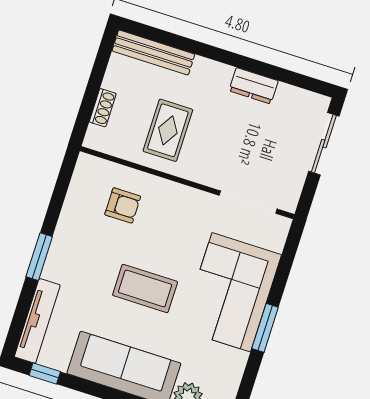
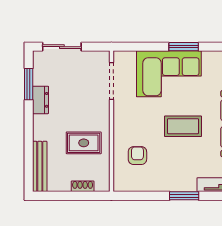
window: (283, 75) -> (29, 84), added
coffee table: (145, 288) -> (183, 126), turned 90

